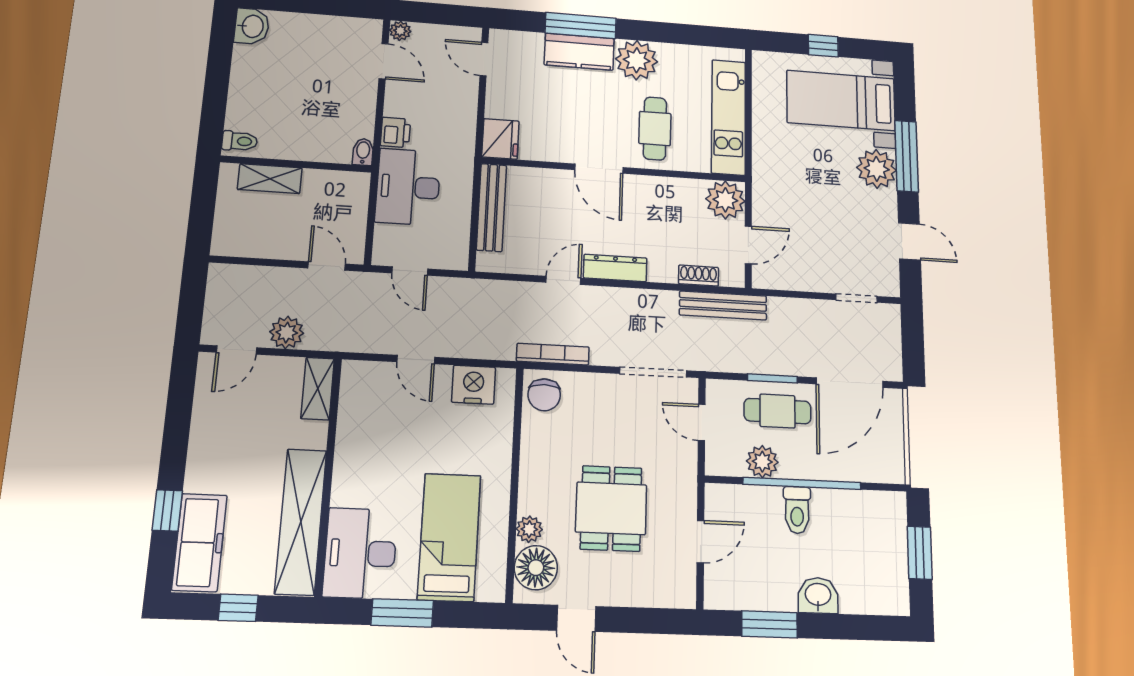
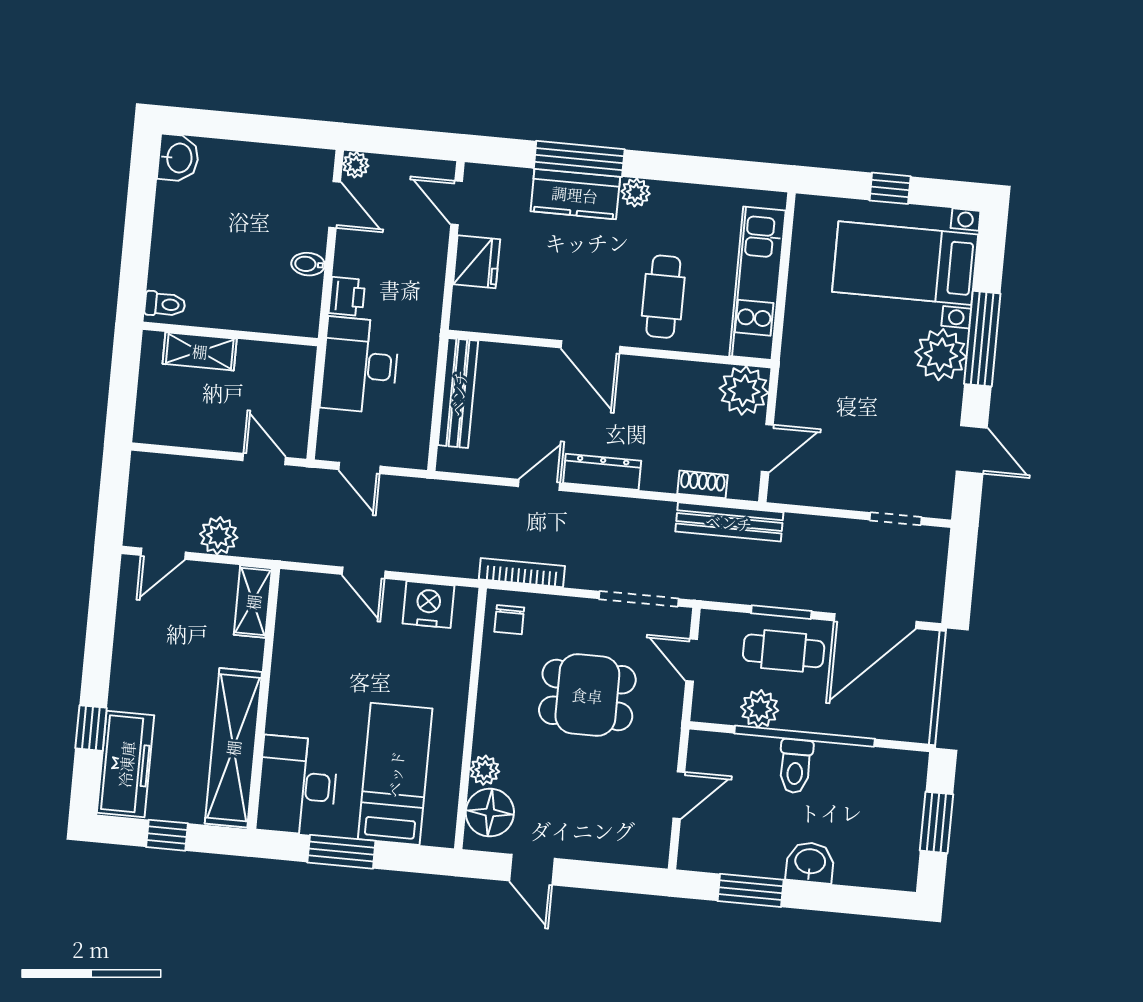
plant: (637, 60) -> (636, 192), width x0.53, depth x0.53
fridge: (500, 139) -> (477, 262), moved
bidet: (363, 152) -> (308, 264), moved, turned -90
chair: (544, 395) -> (509, 620), width x0.73, depth x0.73
dining table: (611, 508) -> (587, 695), moved, turned 90

